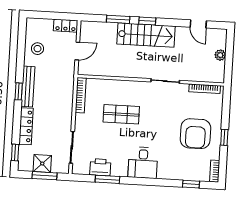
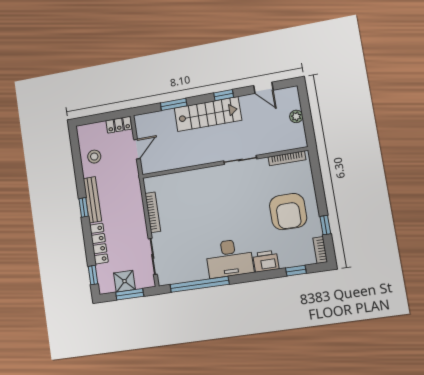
window: (147, 21) -> (224, 95), moved
bookcase: (81, 95) -> (153, 212), moved
shop shelf: (121, 114) -> (199, 208), removed
window: (224, 137) -> (325, 225), moved
desk: (143, 163) -> (229, 258), width x1.37
printer: (100, 167) -> (266, 261), moved
window: (107, 179) -> (200, 284), width x2.11

